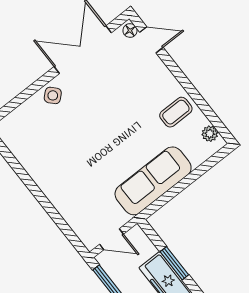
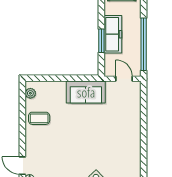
sofa: (153, 181) -> (86, 92), width x0.73

